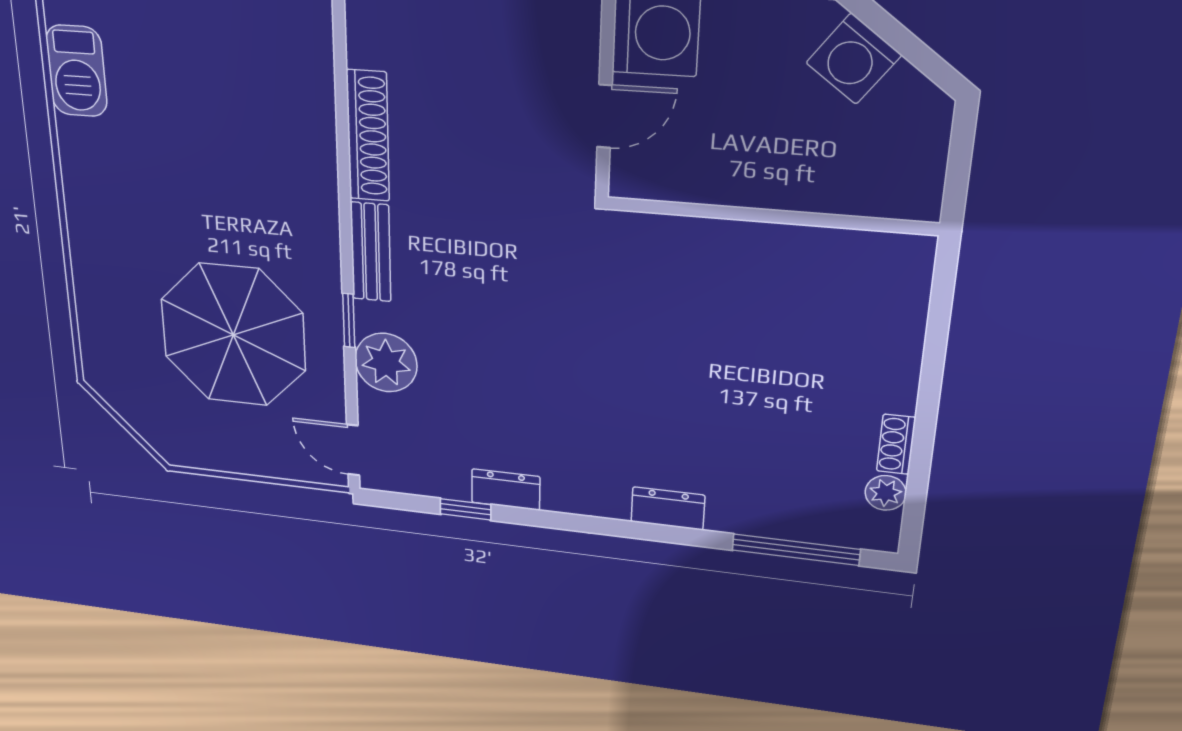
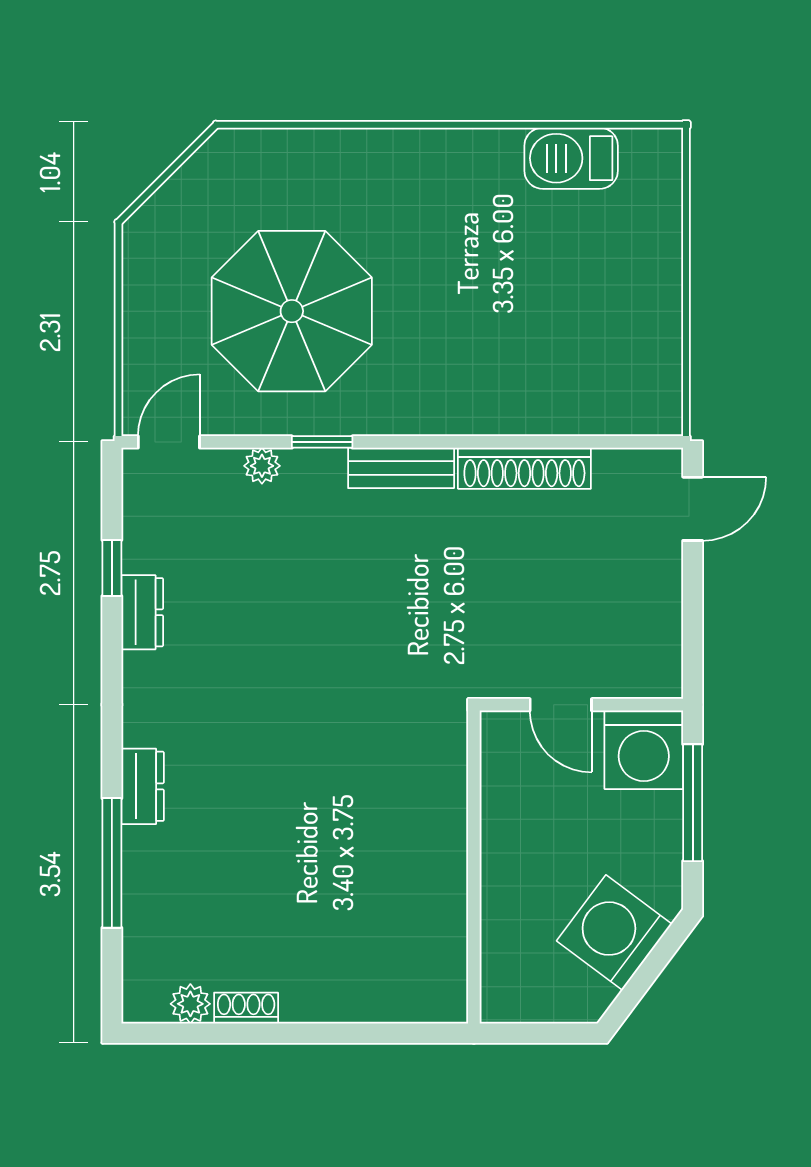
washing machine: (854, 59) -> (614, 932), width x1.37, depth x1.37
plant: (386, 363) -> (262, 466), width x0.53, depth x0.53
window: (796, 550) -> (112, 863), moved

